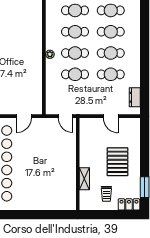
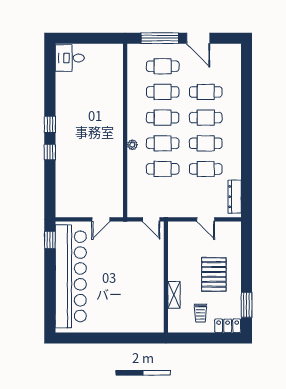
dresser: (135, 97) -> (235, 197), width x1.44

